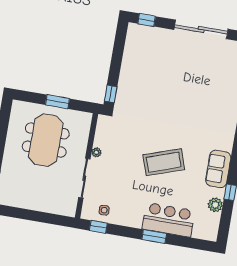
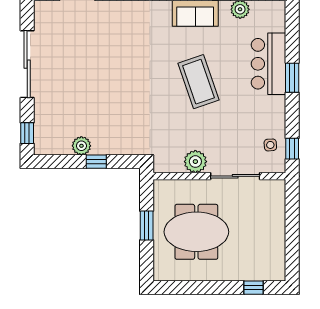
plant: (129, 61) -> (81, 146), added
window: (111, 94) -> (96, 162), moved
plant: (96, 152) -> (195, 162), width x1.87, depth x1.87

